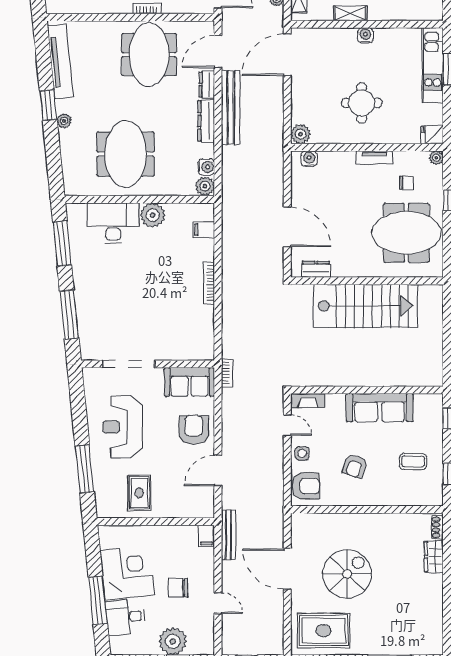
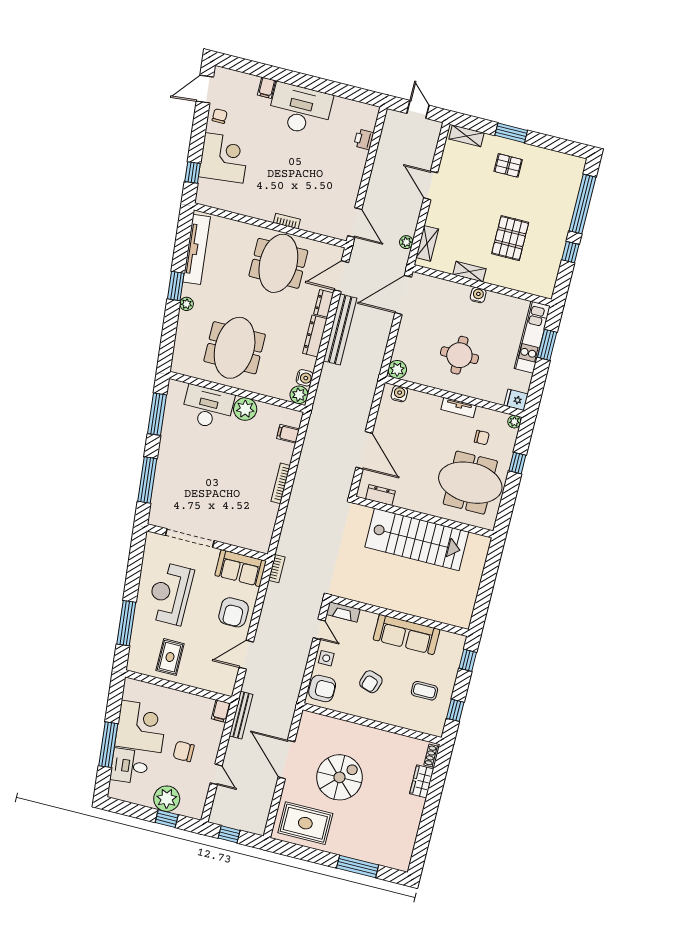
armchair: (194, 430) -> (234, 612), turned 180

